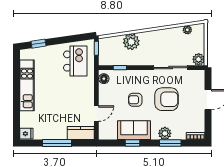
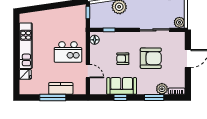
window: (39, 44) -> (36, 8), removed
kitchen island: (75, 61) -> (68, 52), moved, turned 90
door: (96, 114) -> (88, 71), hinge flipped
kitchen counter: (81, 133) -> (61, 88), moved
plant: (165, 133) -> (162, 89), moved
fridge: (26, 134) -> (25, 74), moved

